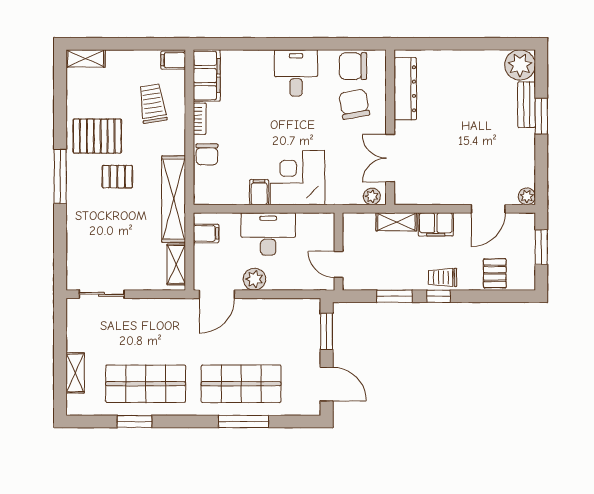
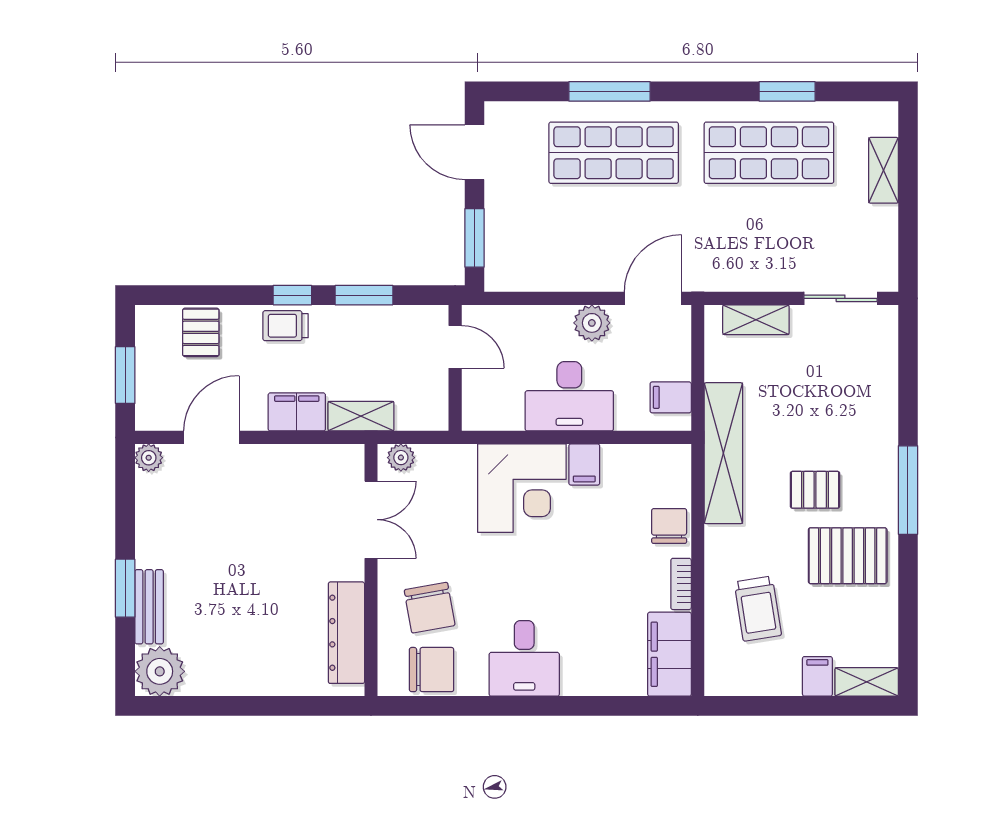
filing cabinet: (173, 60) -> (817, 676), moved, turned -90
shelving: (176, 264) -> (756, 320), moved, turned 90
trolley: (443, 277) -> (286, 326), turned 180

